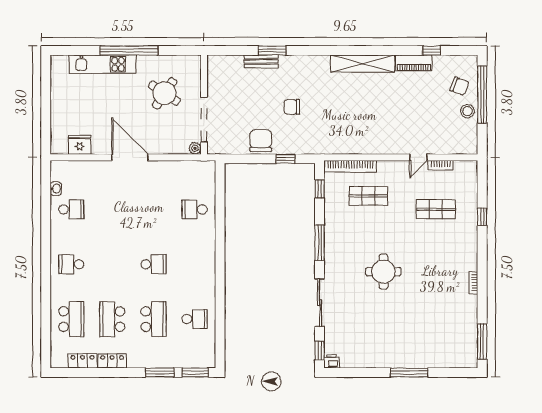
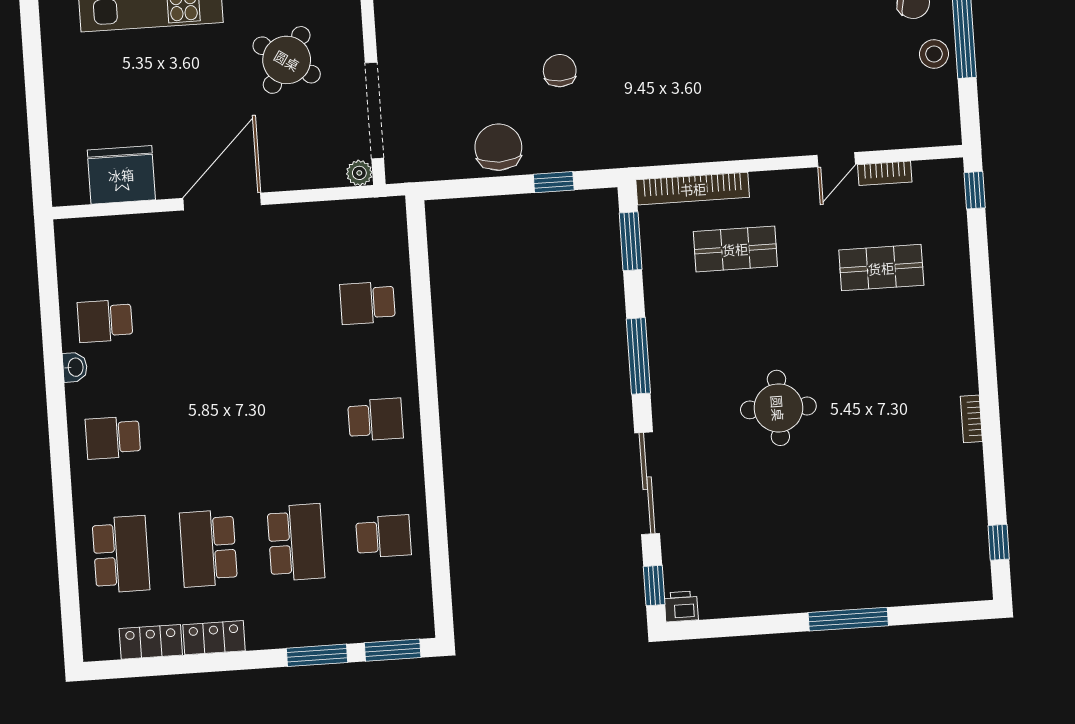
chair: (292, 107) -> (560, 71), turned 90
fridge: (80, 145) -> (121, 175), width x1.36, depth x1.34
door: (130, 157) -> (222, 202), hinge flipped
washbasin: (56, 189) -> (75, 367), moved
window: (320, 189) -> (631, 241), width x1.50
school desk: (71, 209) -> (105, 321), turned 180
window: (482, 217) -> (975, 190), moved
school desk: (153, 264) -> (375, 420), moved
window: (482, 341) -> (999, 542), width x0.46

